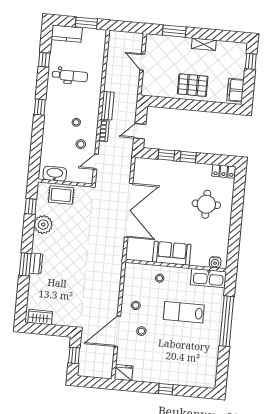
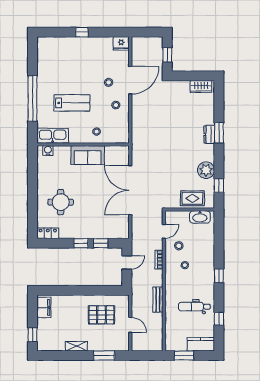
pallet: (193, 85) -> (101, 315), moved
bench: (108, 106) -> (158, 300), moved

